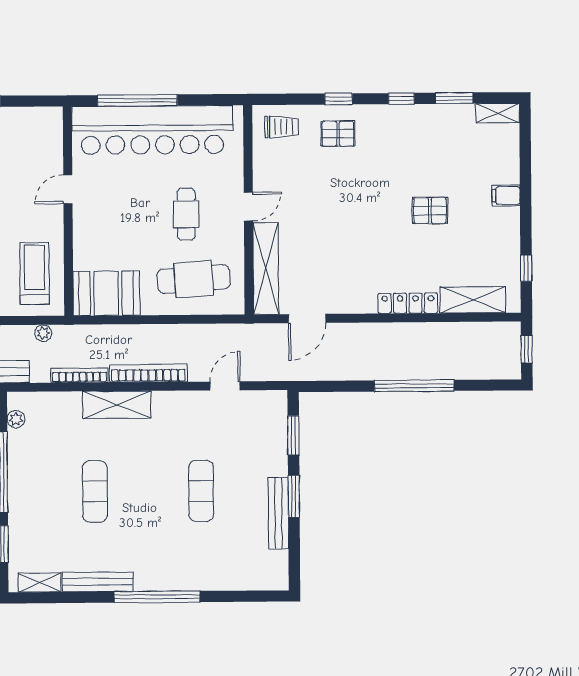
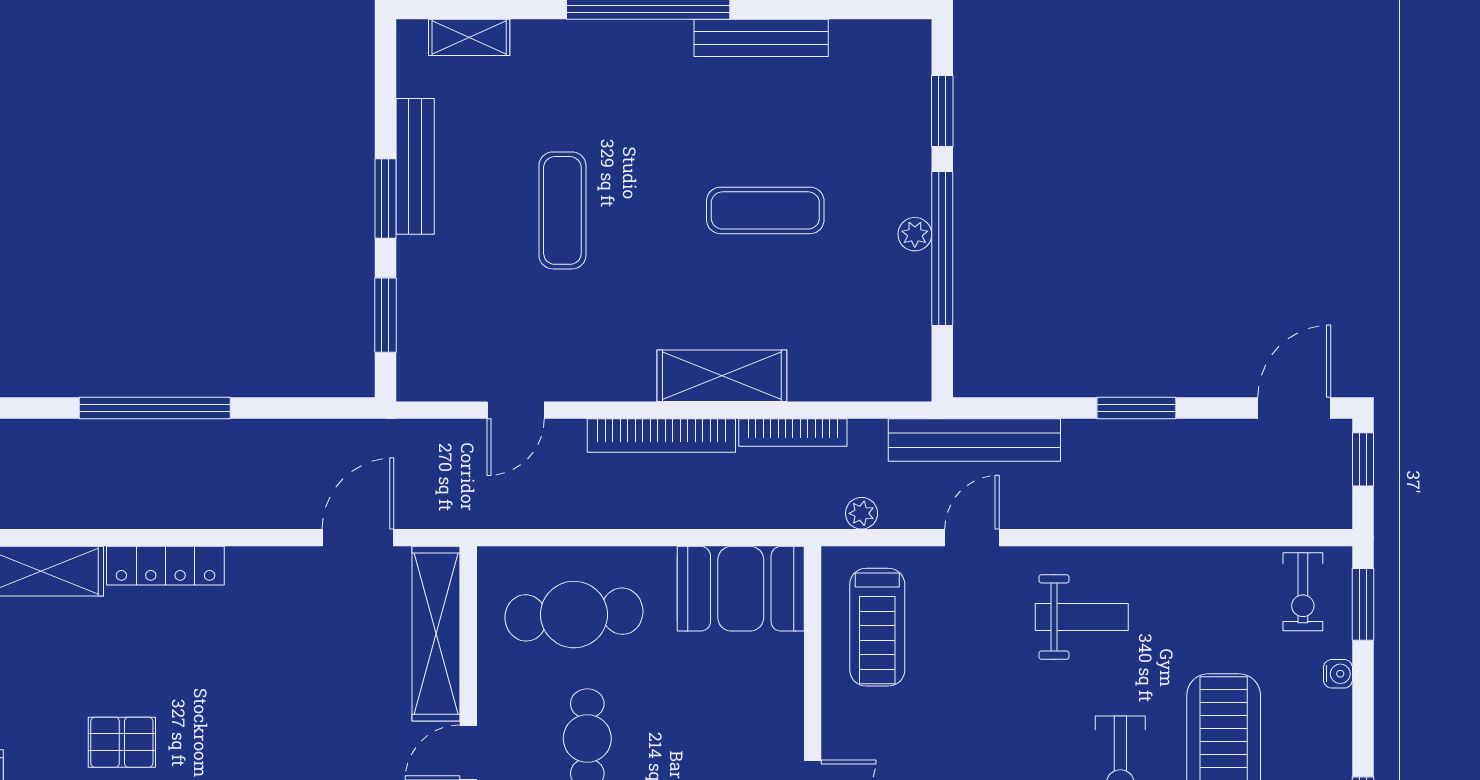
plant: (16, 419) -> (915, 234), moved
exercise mat: (95, 491) -> (765, 210), turned 90
shelving: (39, 583) -> (469, 37), moved

